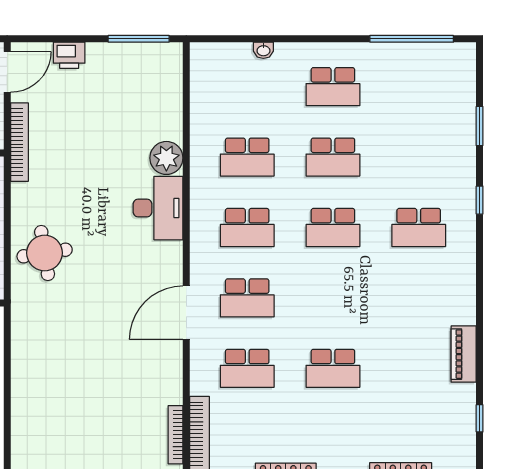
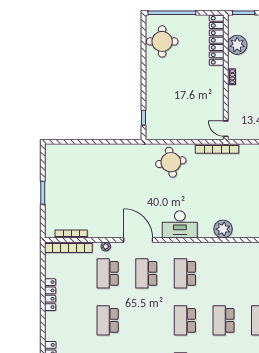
bookcase: (19, 142) -> (217, 148), moved
school desk: (247, 157) -> (223, 273), removed
desk: (158, 208) -> (180, 224), moved
plant: (198, 372) -> (106, 246), added

